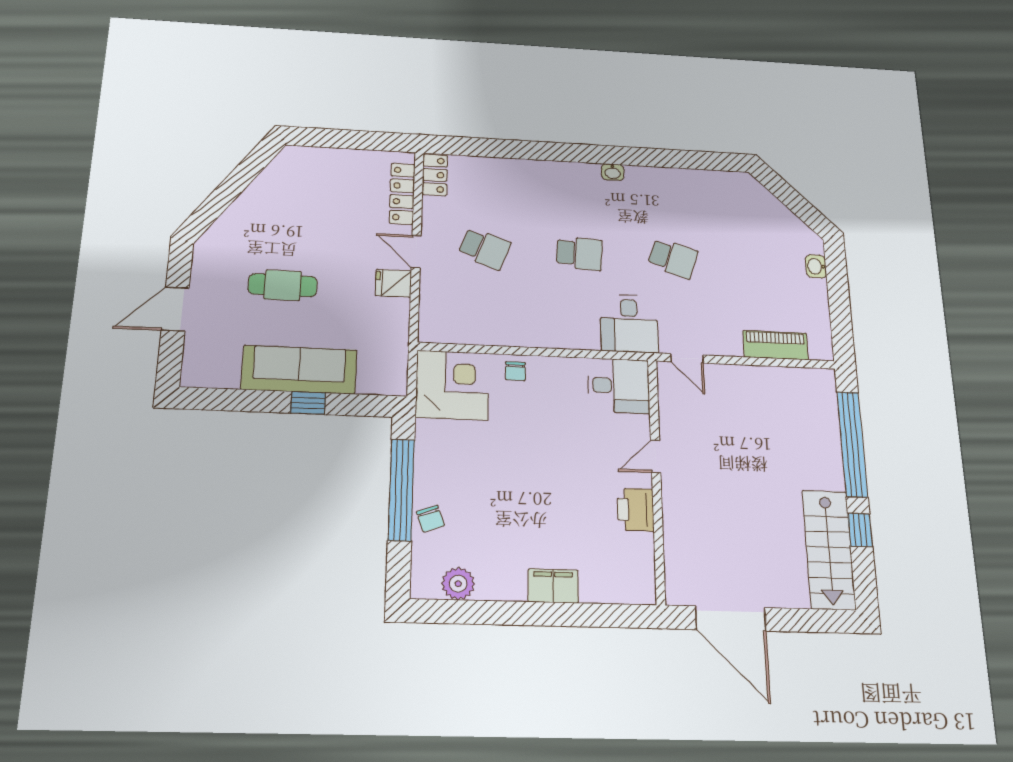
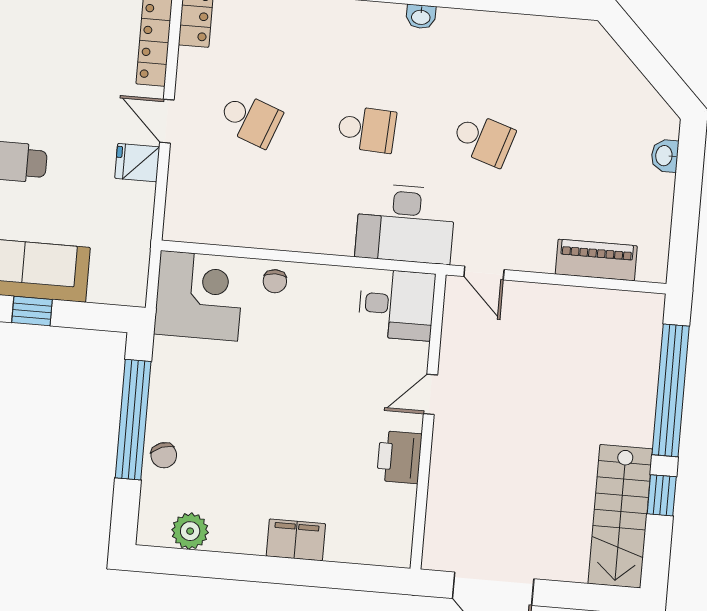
desk: (629, 323) -> (405, 224), width x1.37

